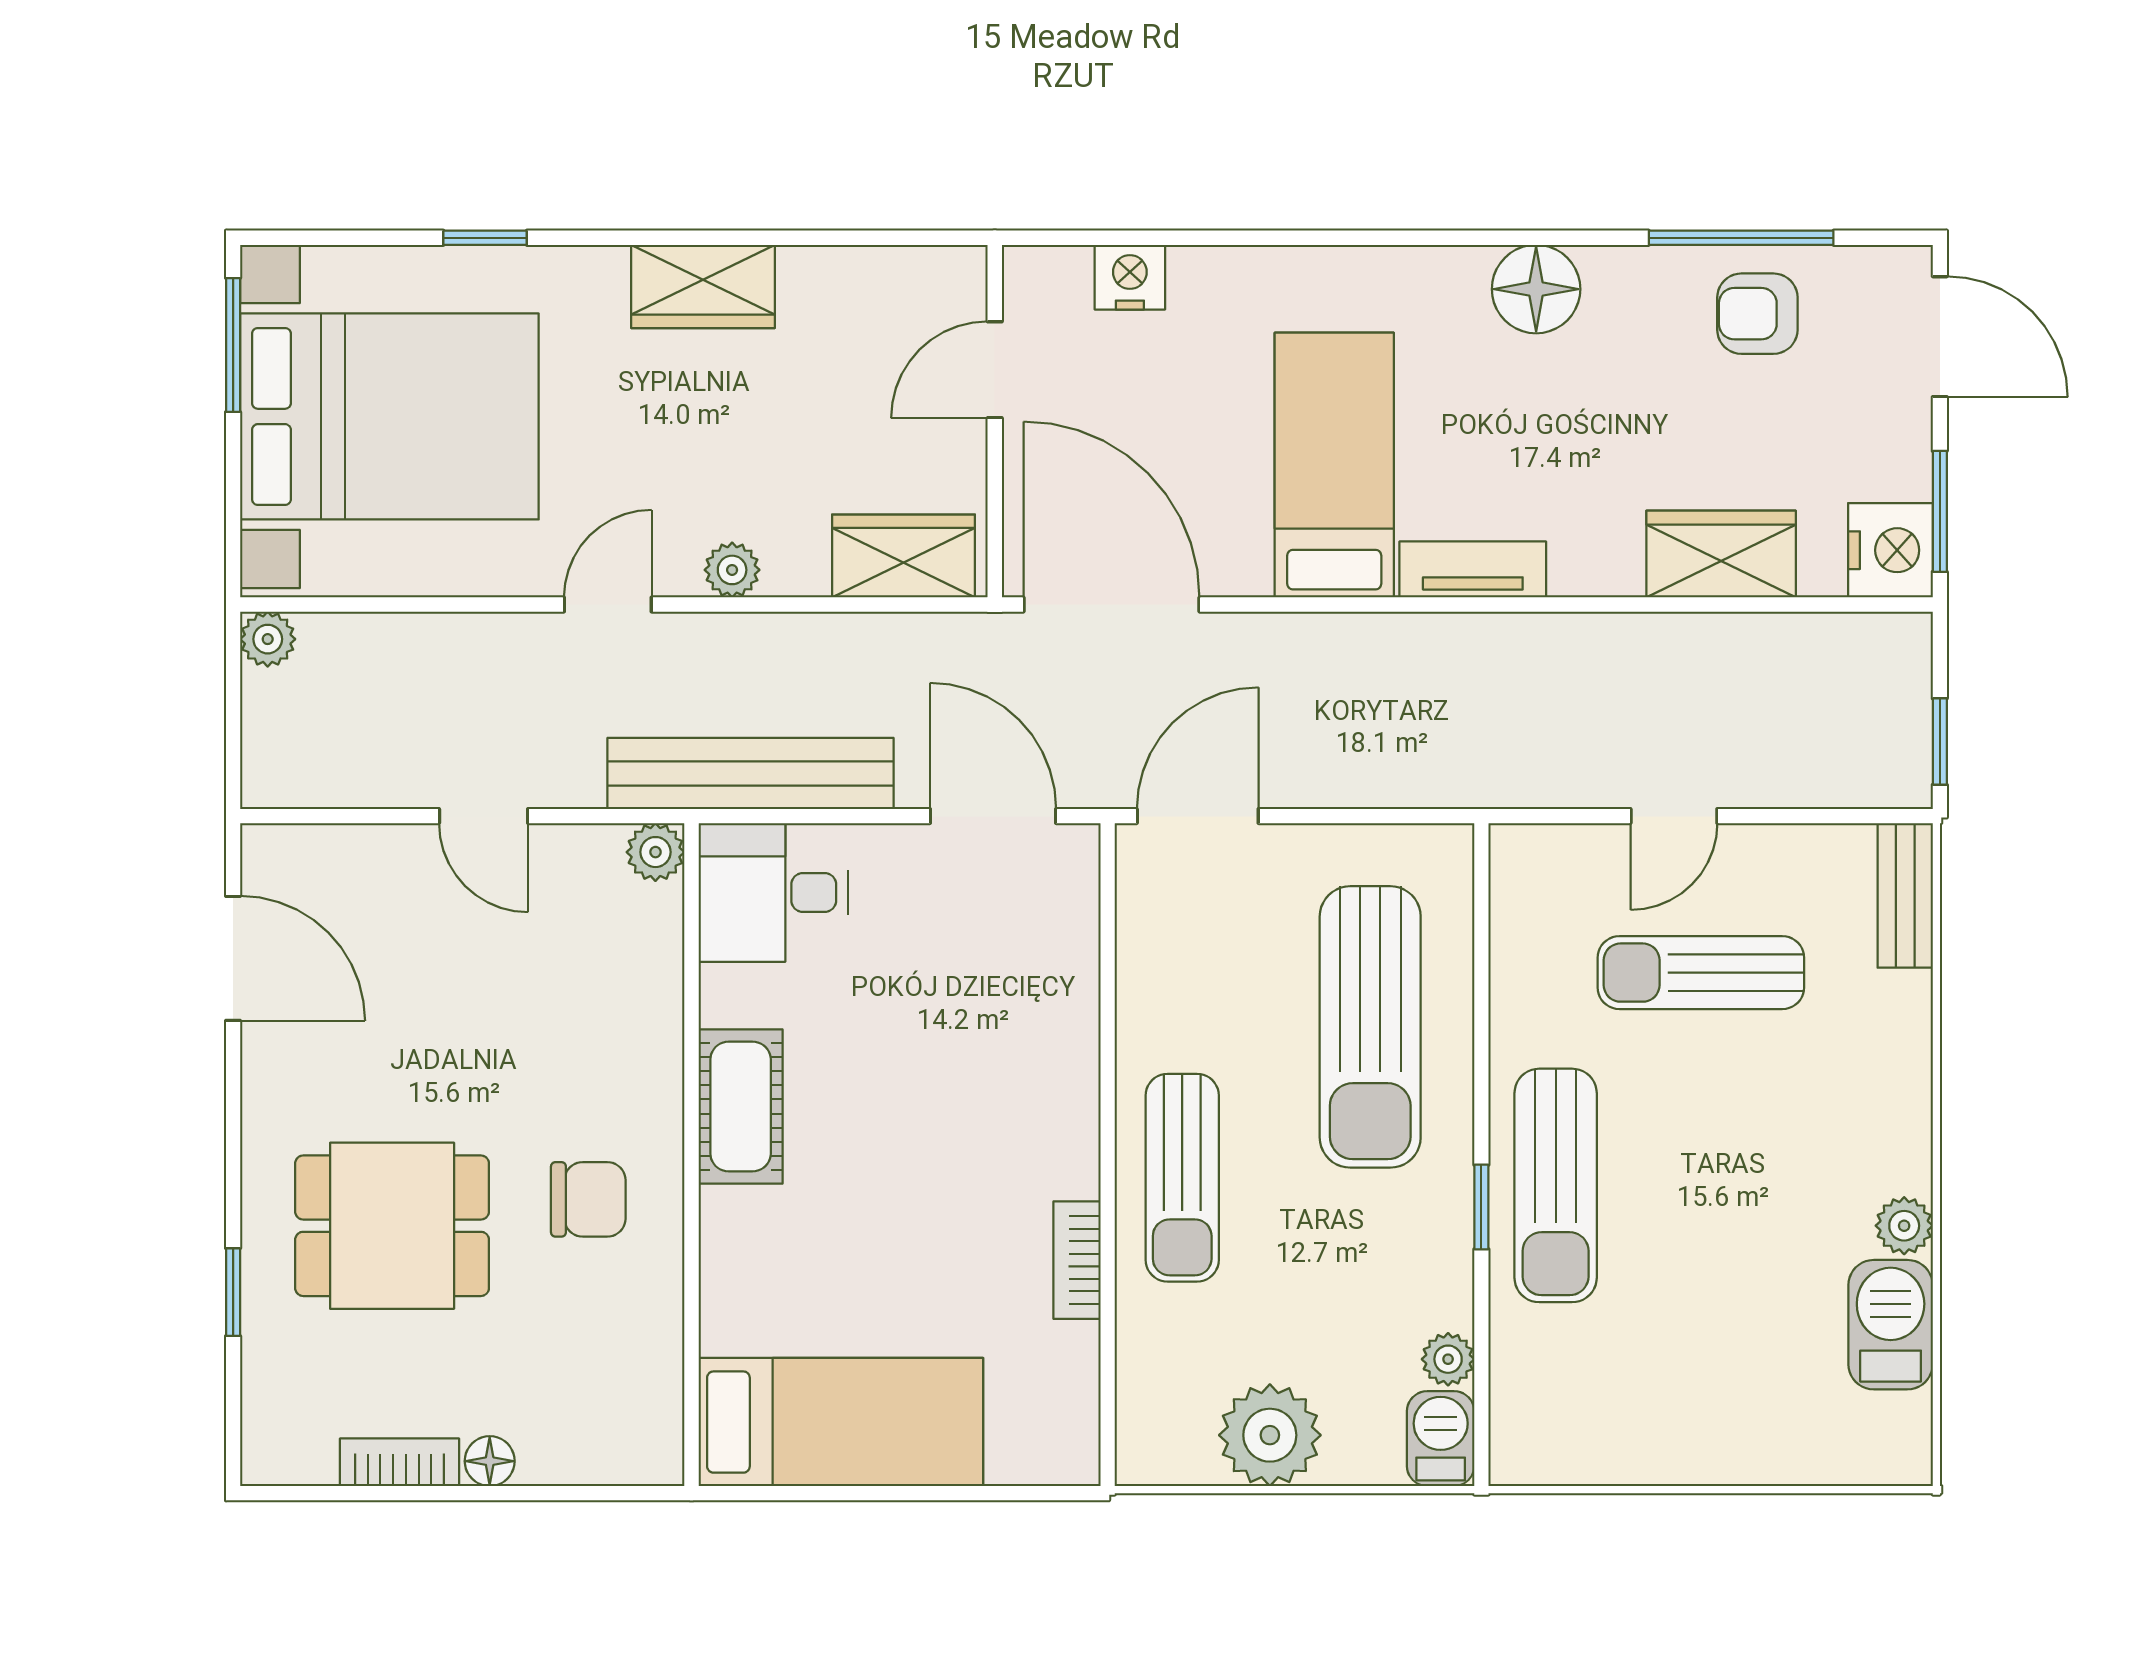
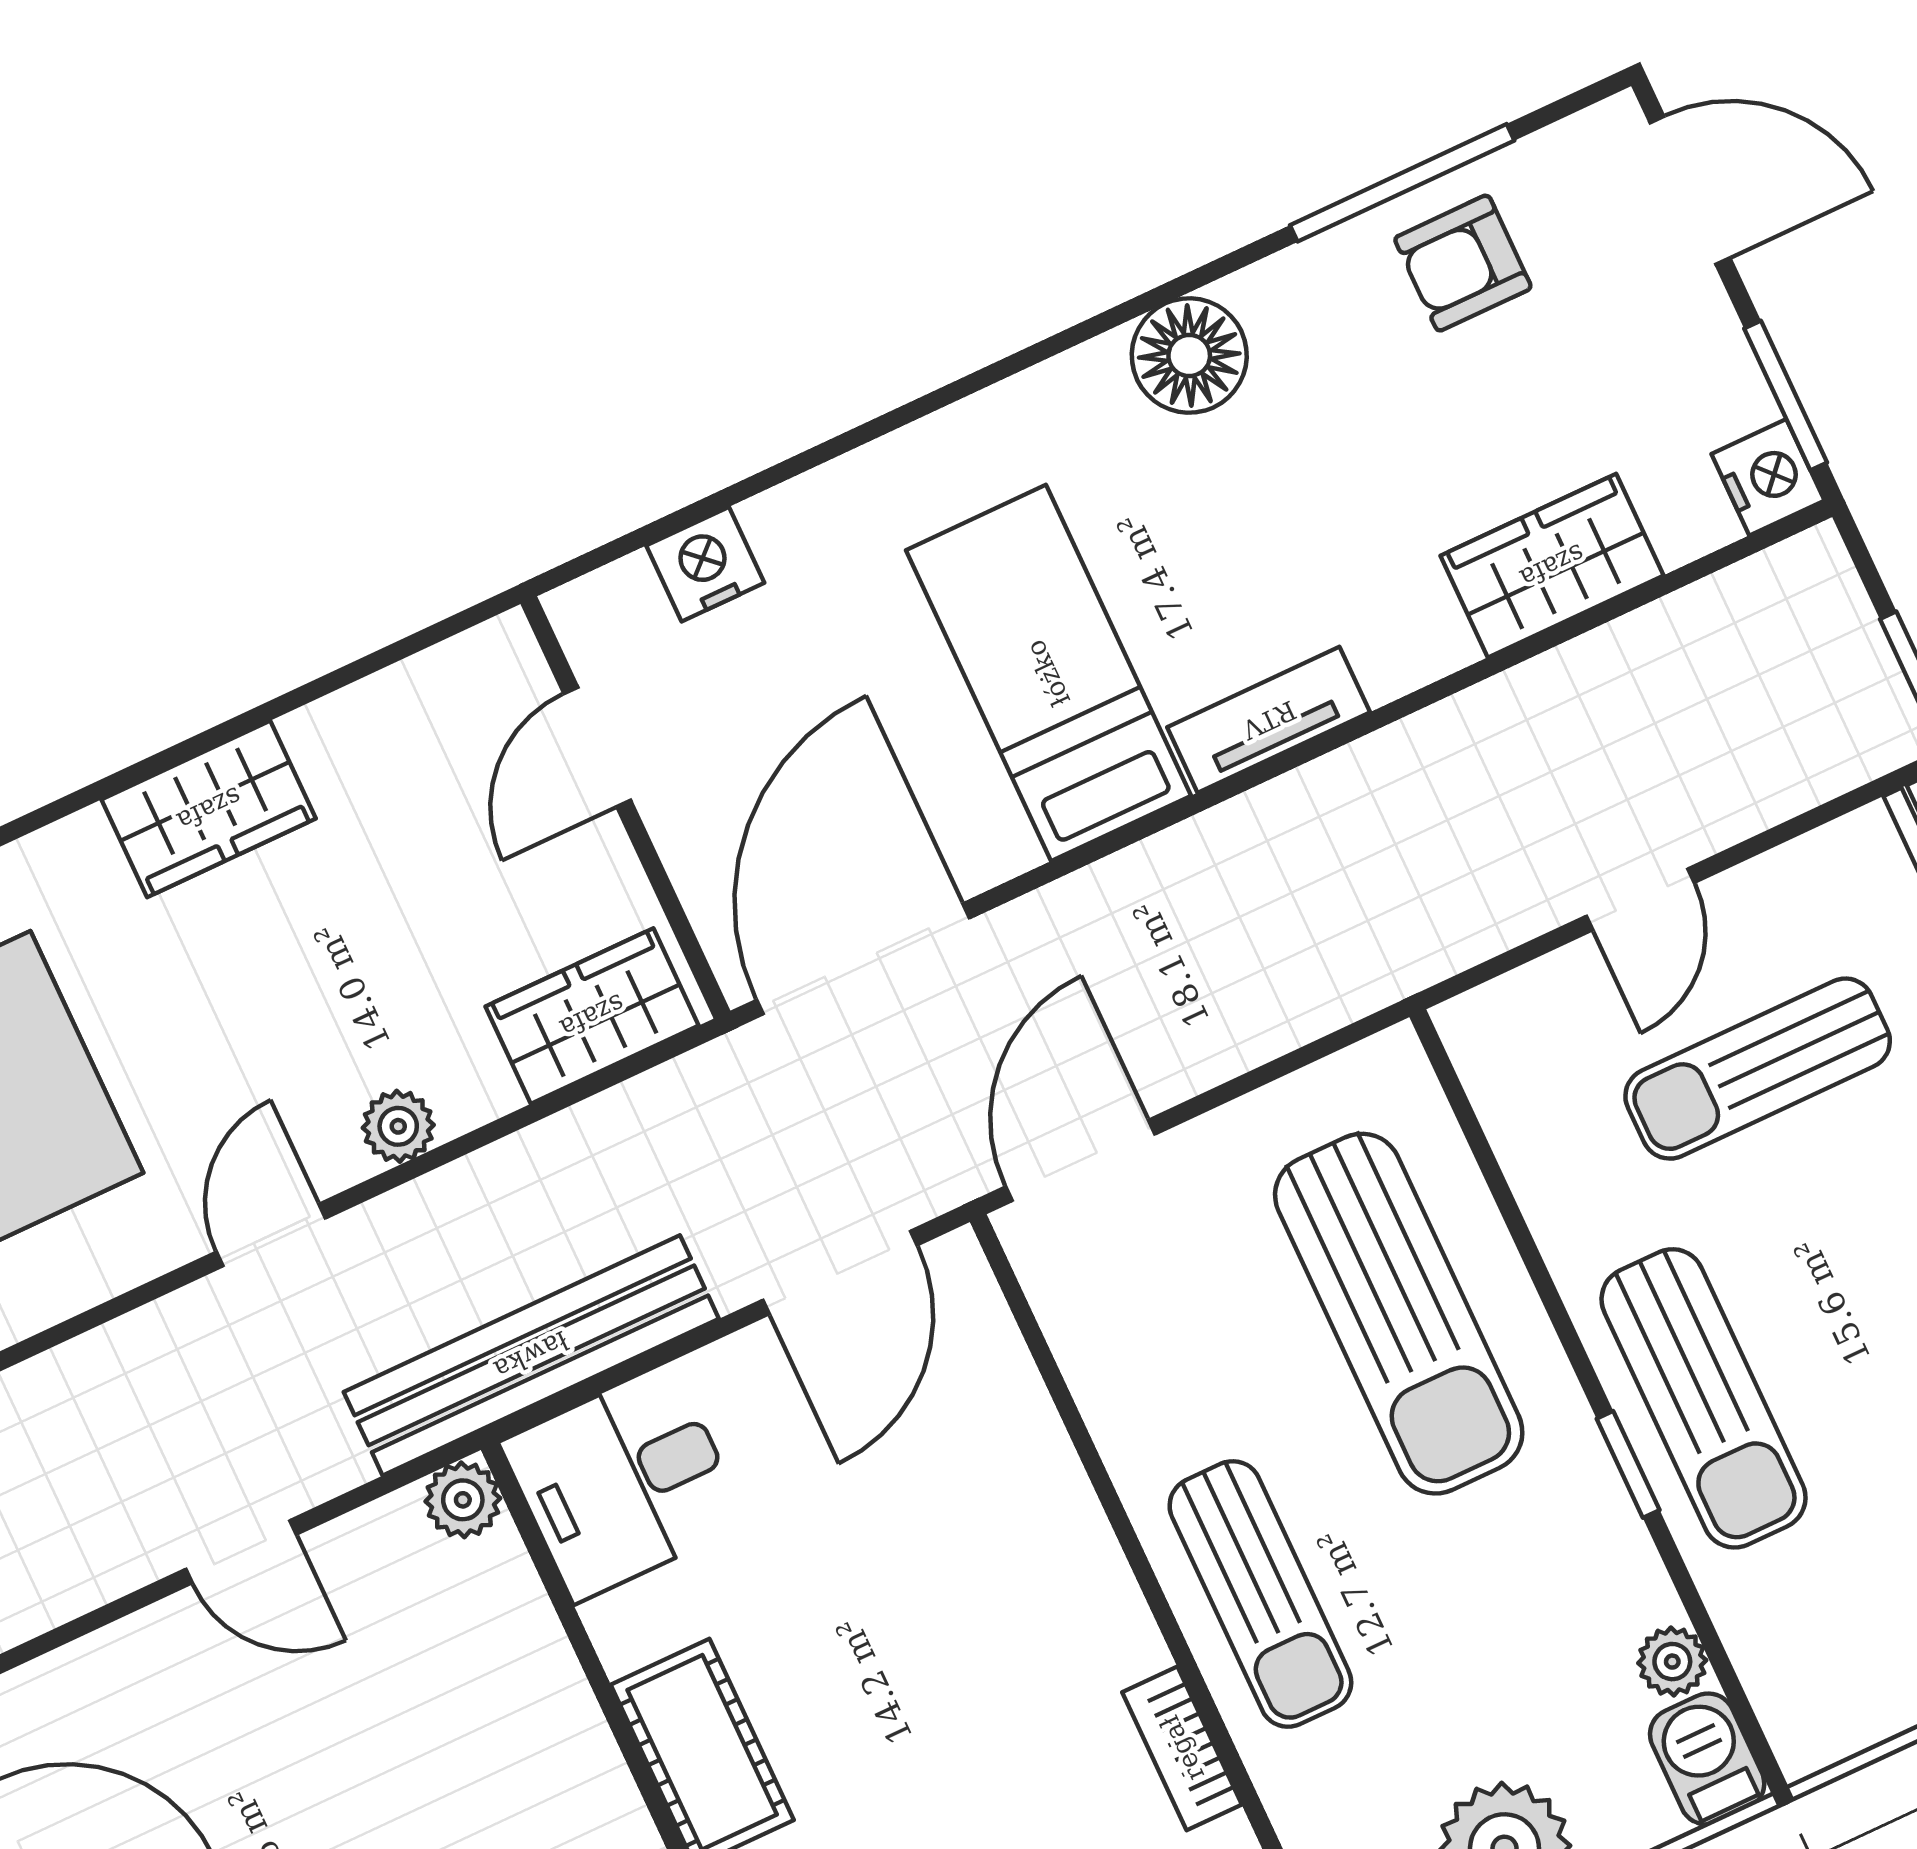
nightstand: (1890, 550) -> (1768, 477), width x0.74, depth x0.75
door: (1111, 604) -> (863, 959), hinge flipped
door: (993, 816) -> (840, 1273), swing flipped

